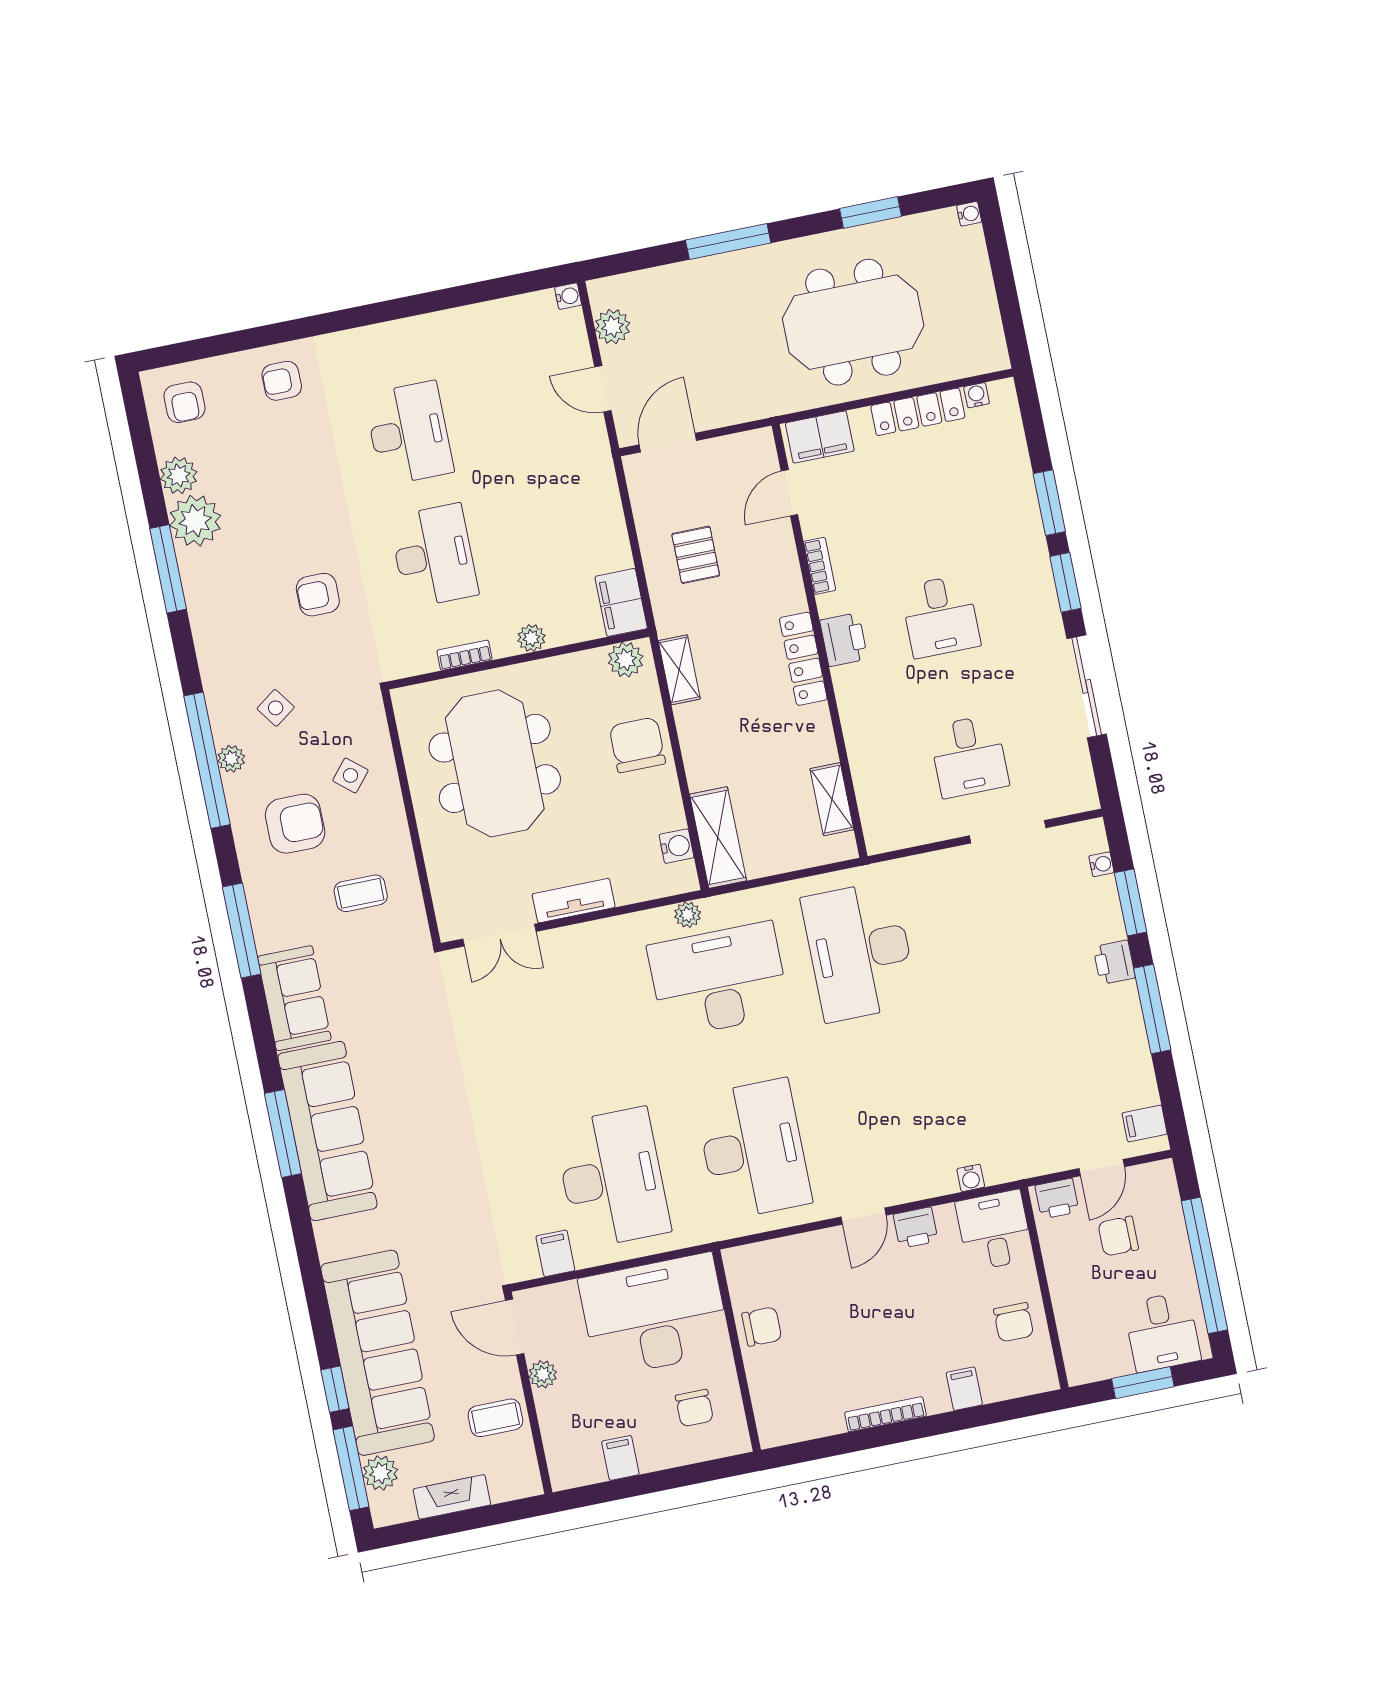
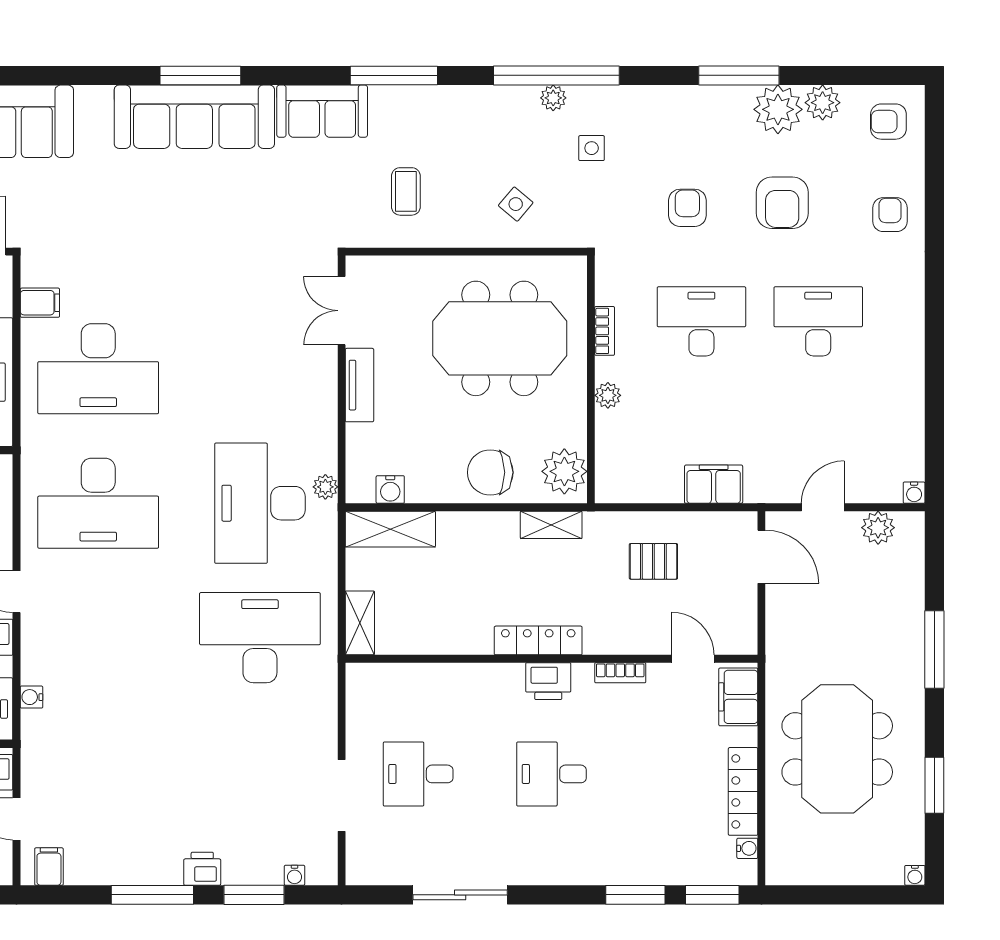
desk: (409, 433) -> (818, 321), turned 180
desk: (434, 556) -> (701, 321), turned 180
window: (1065, 582) -> (712, 895), moved
filing cabinet: (621, 602) -> (714, 484), moved
plant: (626, 660) -> (564, 471), width x1.36, depth x1.36
side table: (276, 708) -> (592, 148), turned 36
chair: (637, 745) -> (490, 472), turned 180
shelving: (832, 799) -> (360, 623), moved, turned 90
armchair: (295, 824) -> (782, 203), moved
desk: (719, 980) -> (260, 503), turned 180

